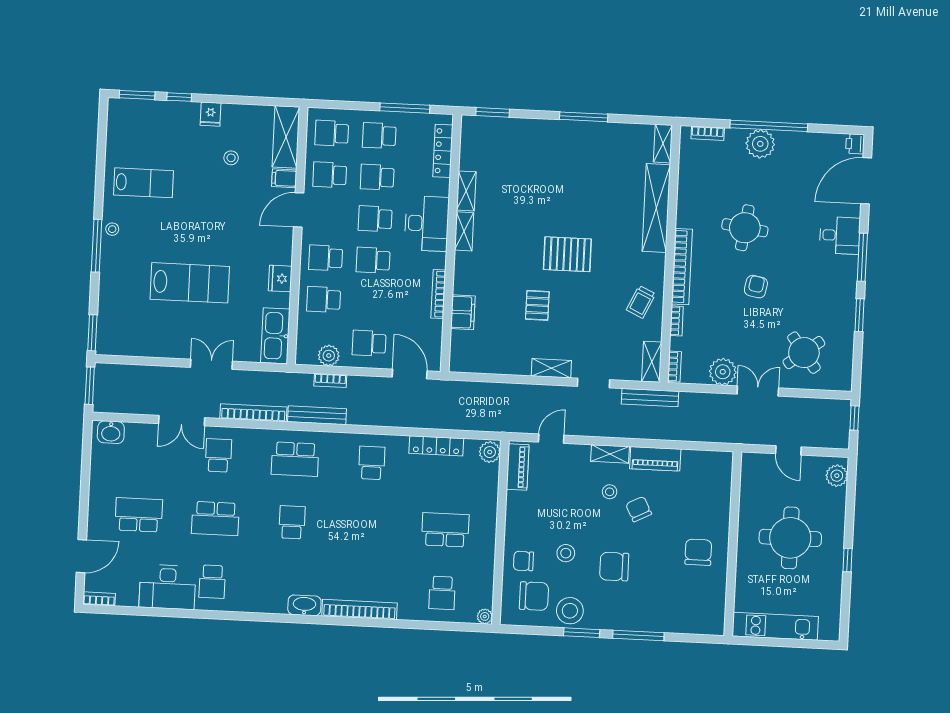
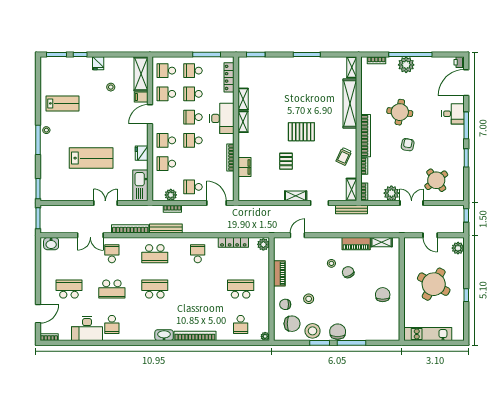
shelving: (610, 454) -> (382, 242), moved
piano: (518, 467) -> (279, 273), moved
school desk: (292, 522) -> (155, 289), width x1.85
round table: (790, 538) -> (434, 284), turned 30
chair: (614, 567) -> (338, 332), moved, turned 90

